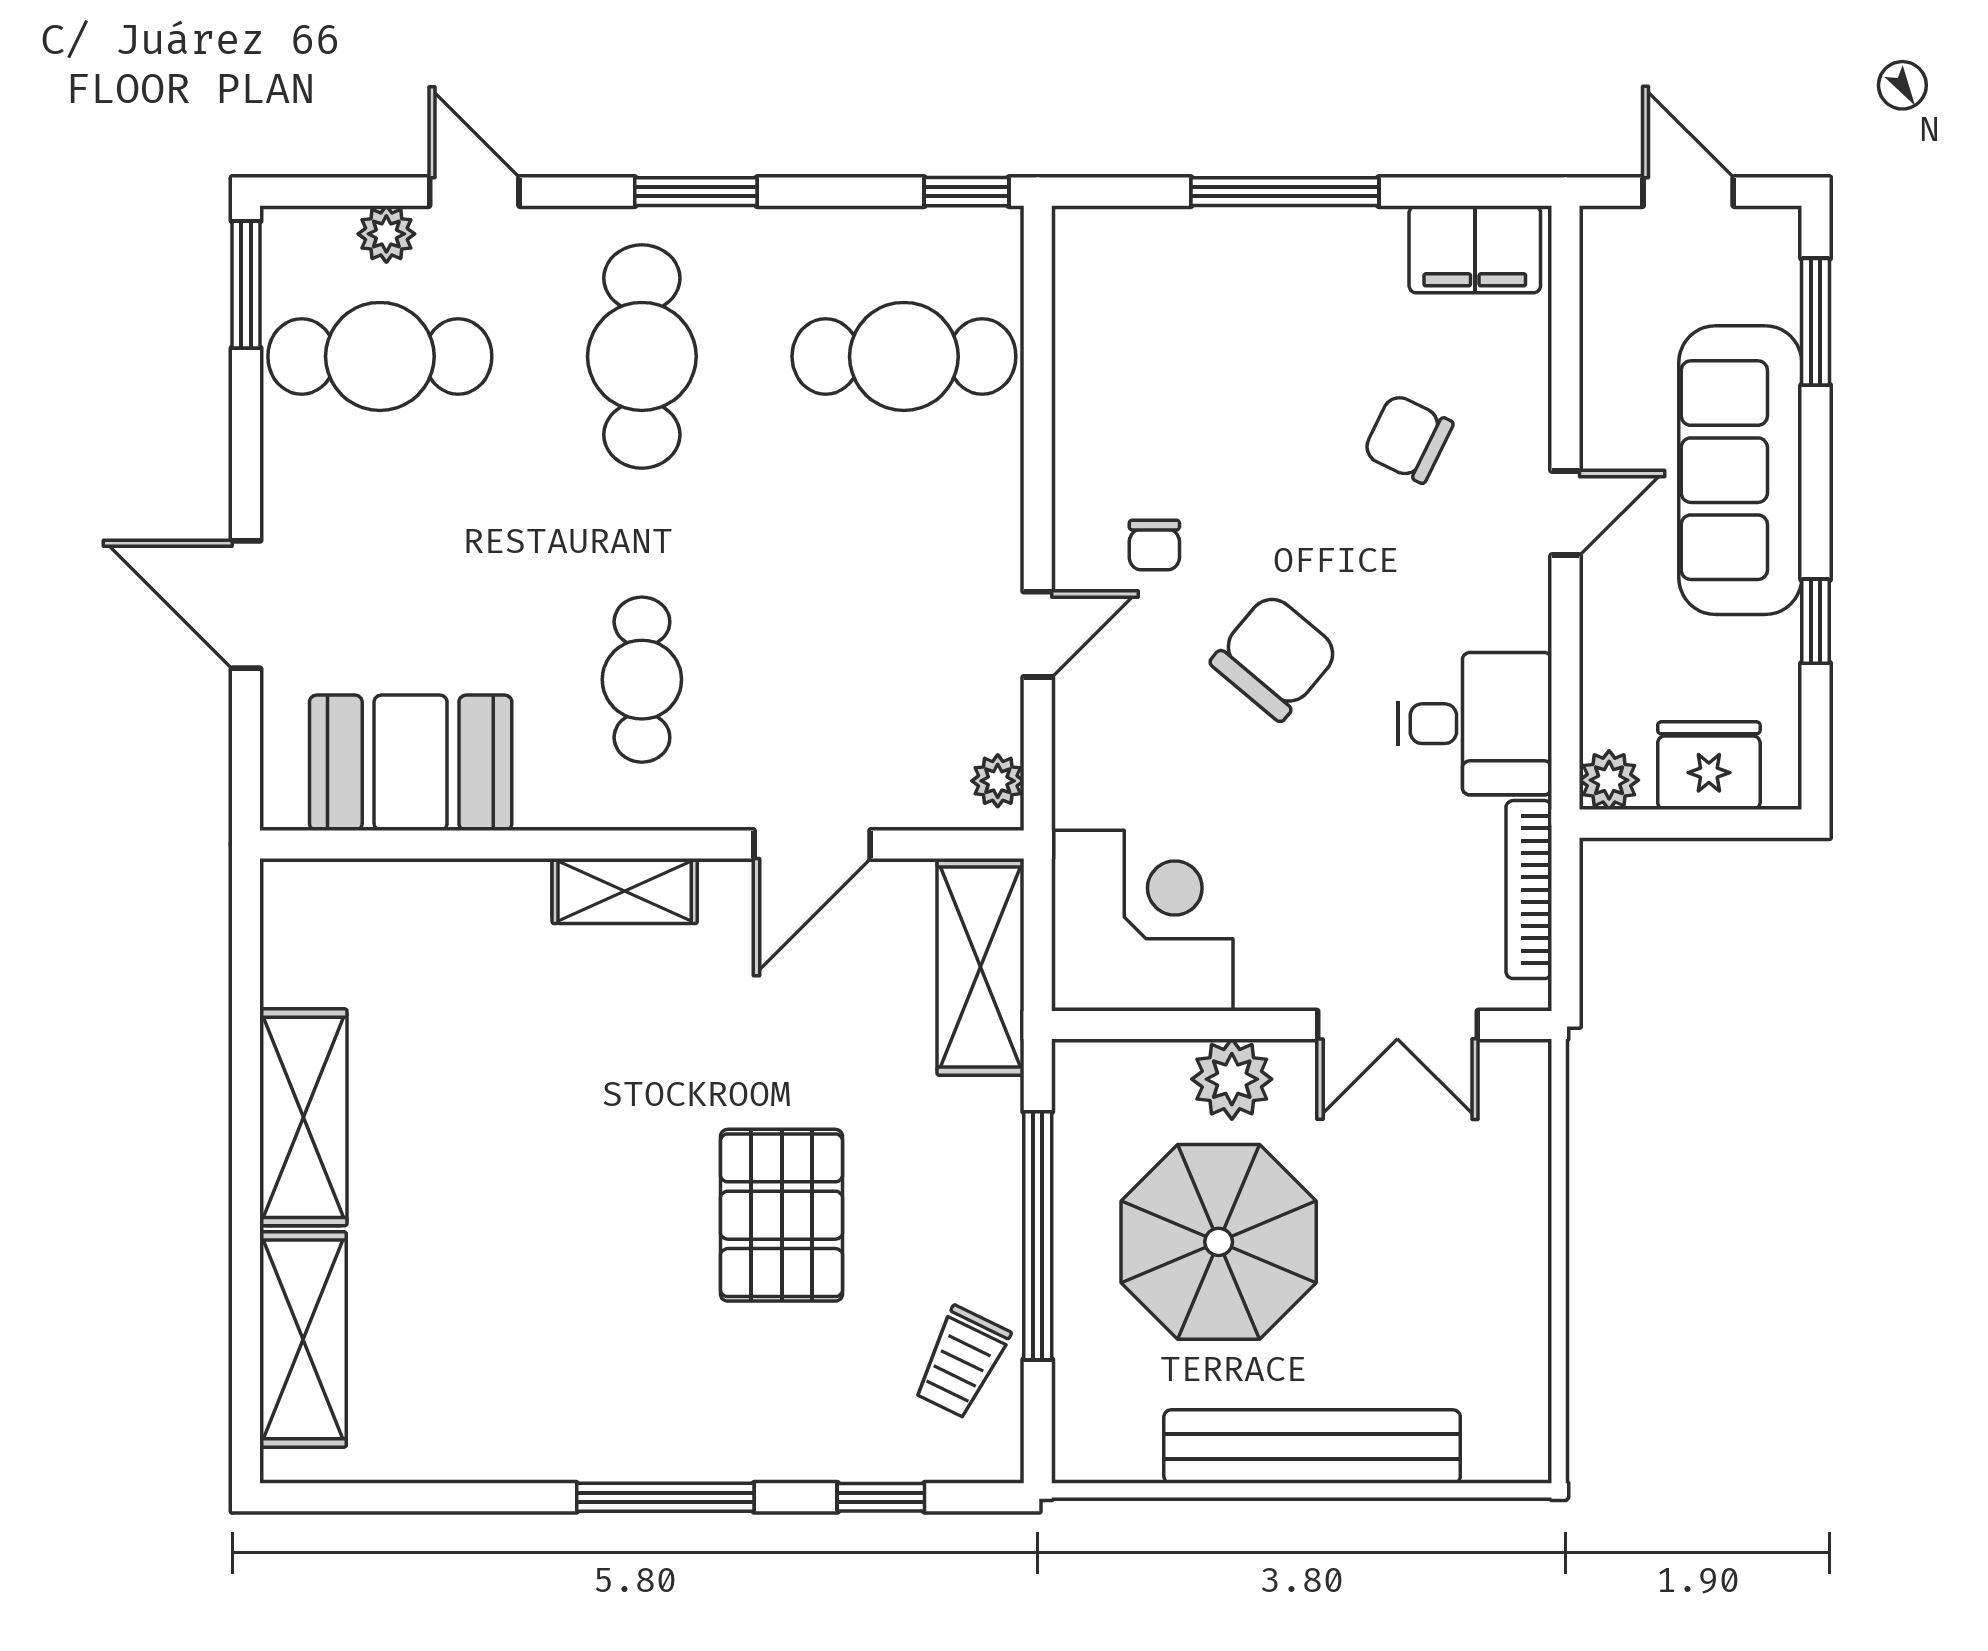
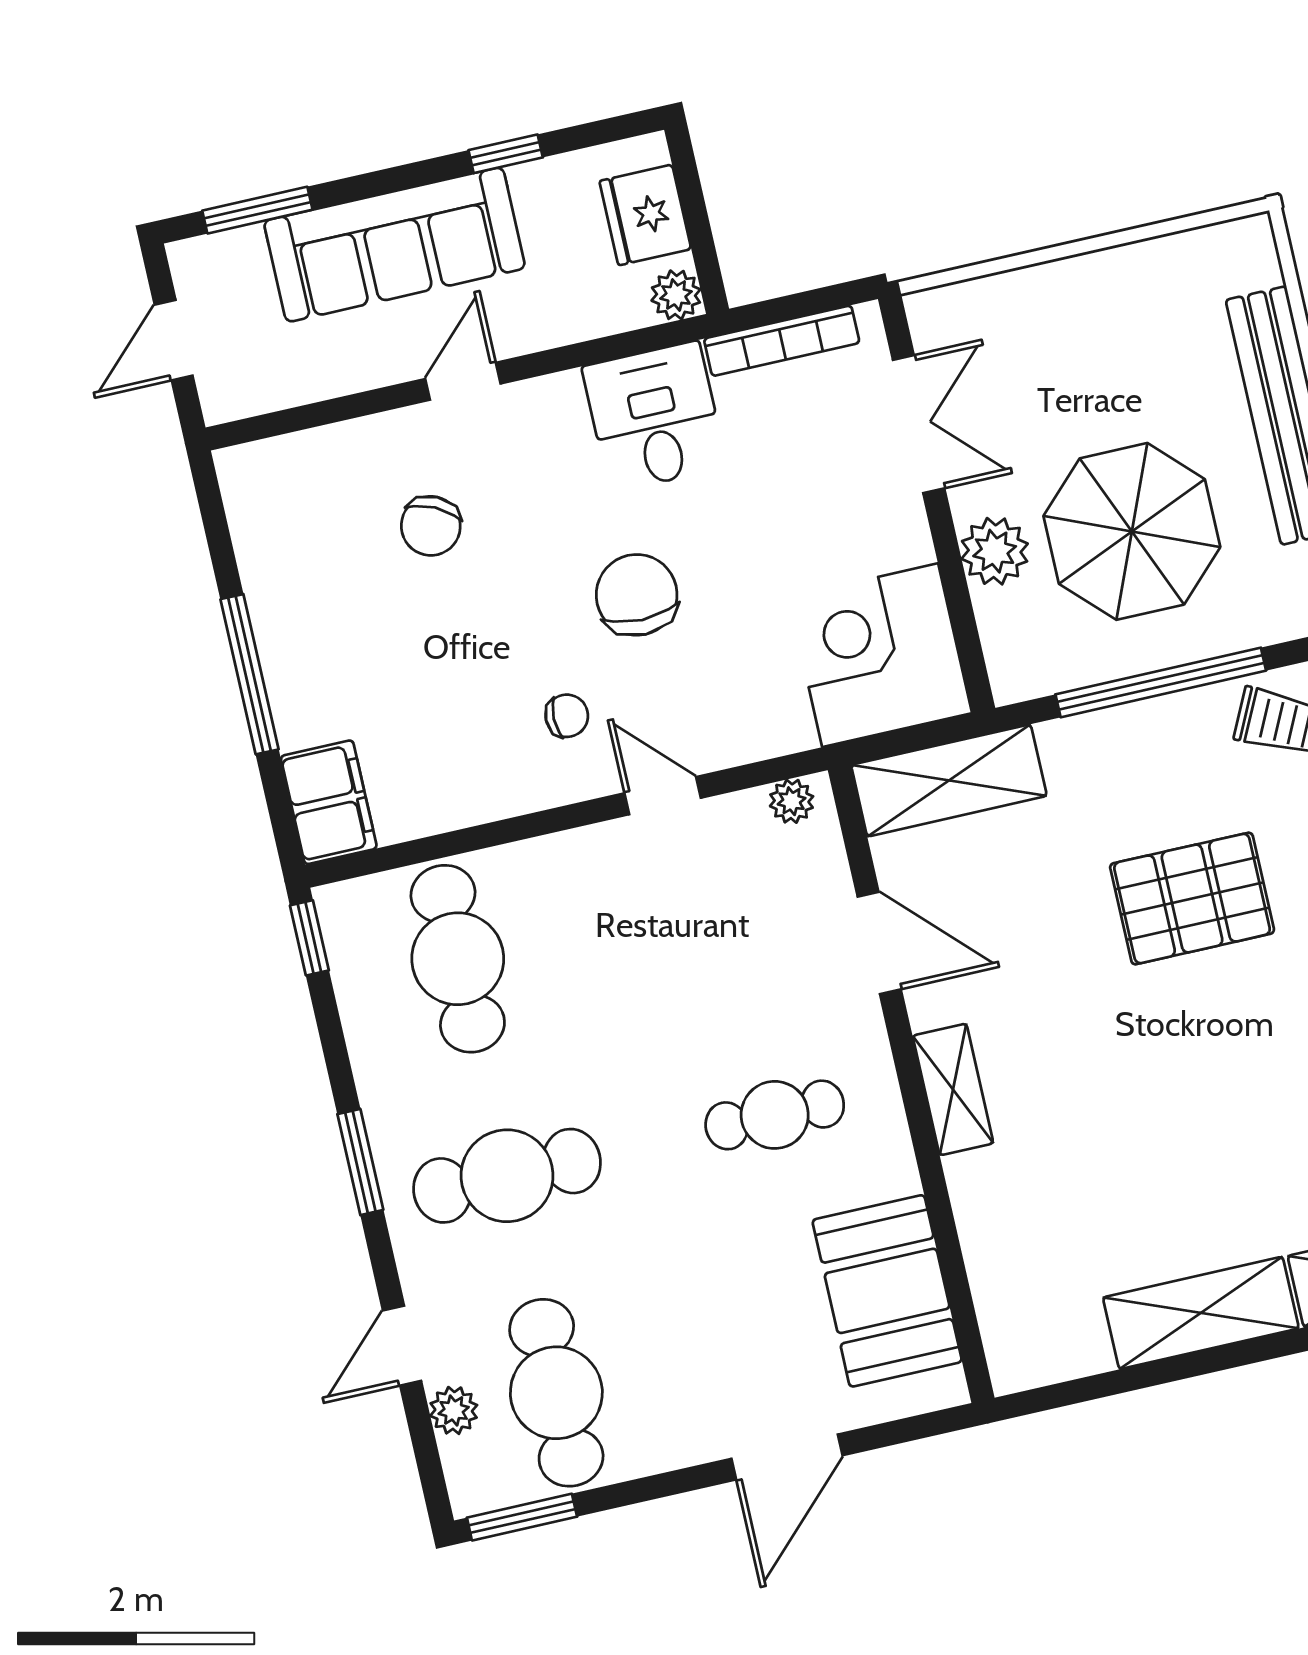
filing cabinet: (1475, 249) -> (329, 802), moved
door: (1566, 513) -> (463, 381), hinge flipped
chair: (1275, 657) -> (637, 595), turned 50

